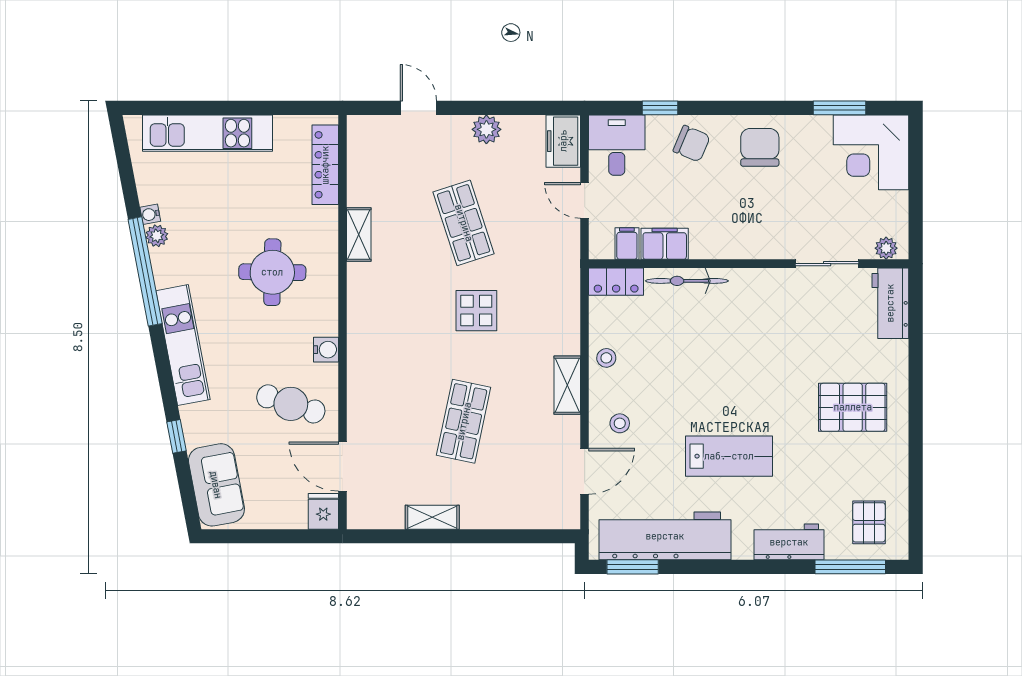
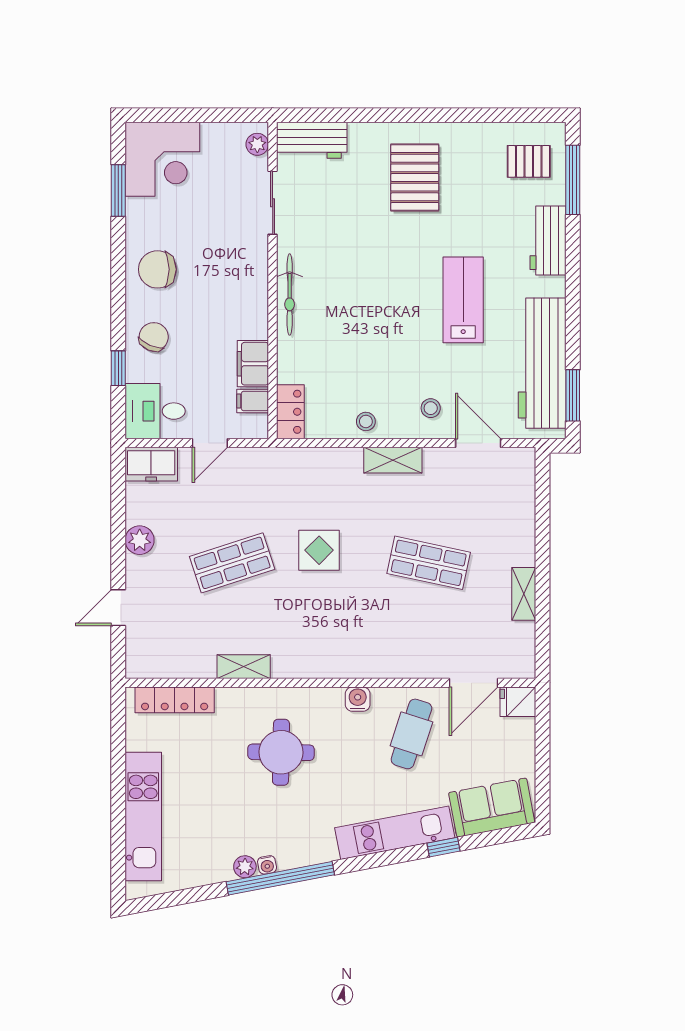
water cooler: (150, 214) -> (267, 865), moved
bicycle: (687, 281) -> (290, 294), moved
kitchen unit: (183, 345) -> (395, 833), moved

